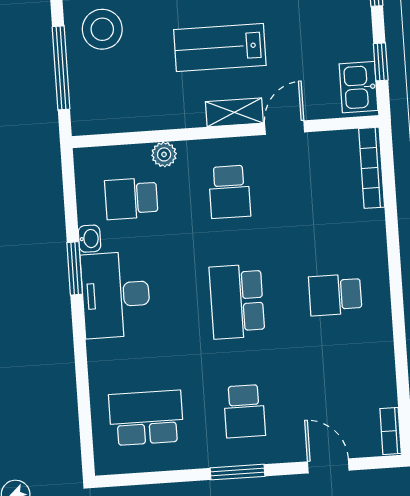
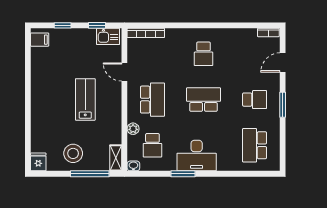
lab bench: (220, 47) -> (85, 99), turned 180
shelving: (234, 112) -> (116, 158), moved
school desk: (230, 192) -> (152, 100), width x1.85
washbasin: (89, 239) -> (133, 166), moved
school desk: (237, 301) -> (204, 100), turned 180

